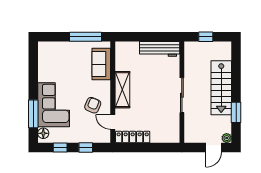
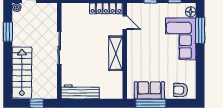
sofa: (101, 64) -> (149, 90), moved, turned -90
stairs: (221, 88) -> (22, 73), moved
armchair: (93, 105) -> (181, 90), moved, turned 70

